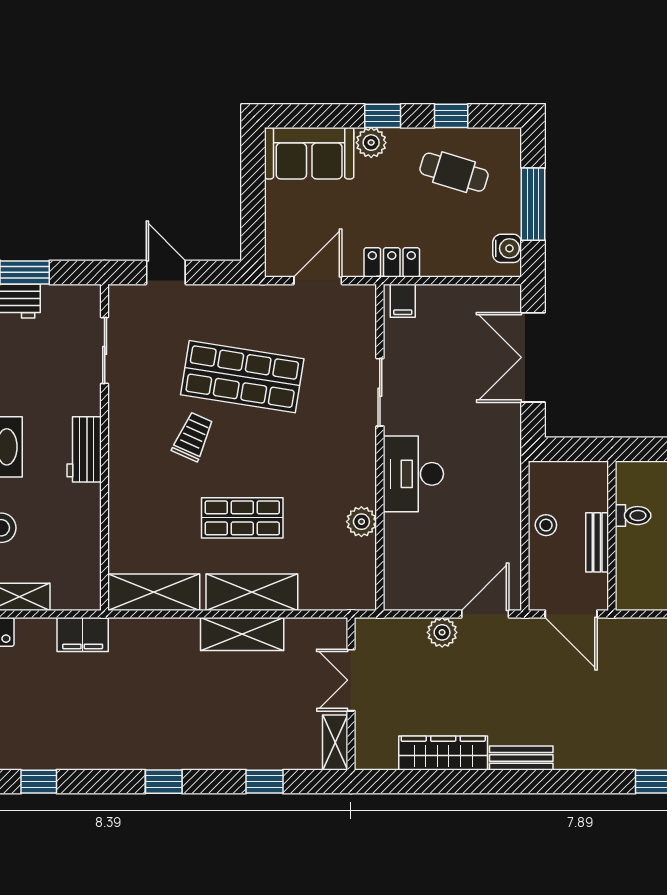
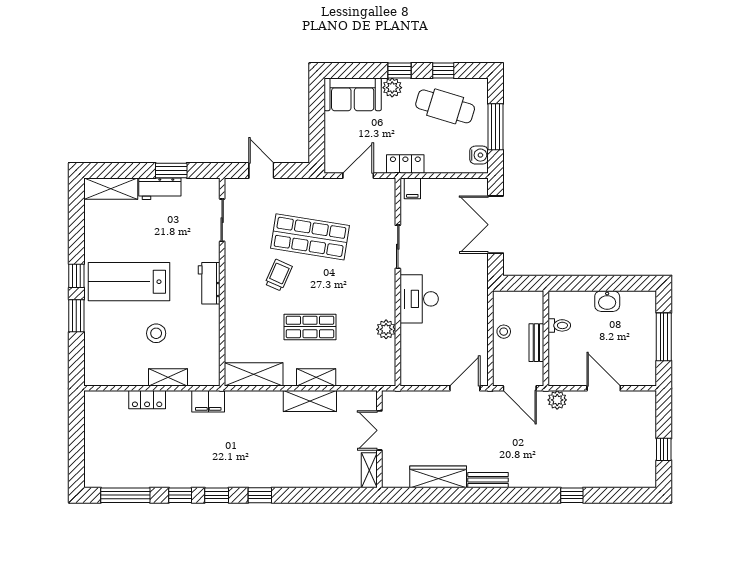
cafe table: (454, 172) -> (445, 106), width x1.37, depth x1.35
shelving: (252, 592) -> (316, 377), width x0.67, depth x0.75
plant: (442, 632) -> (557, 400), moved
window: (264, 782) -> (217, 495), moved

